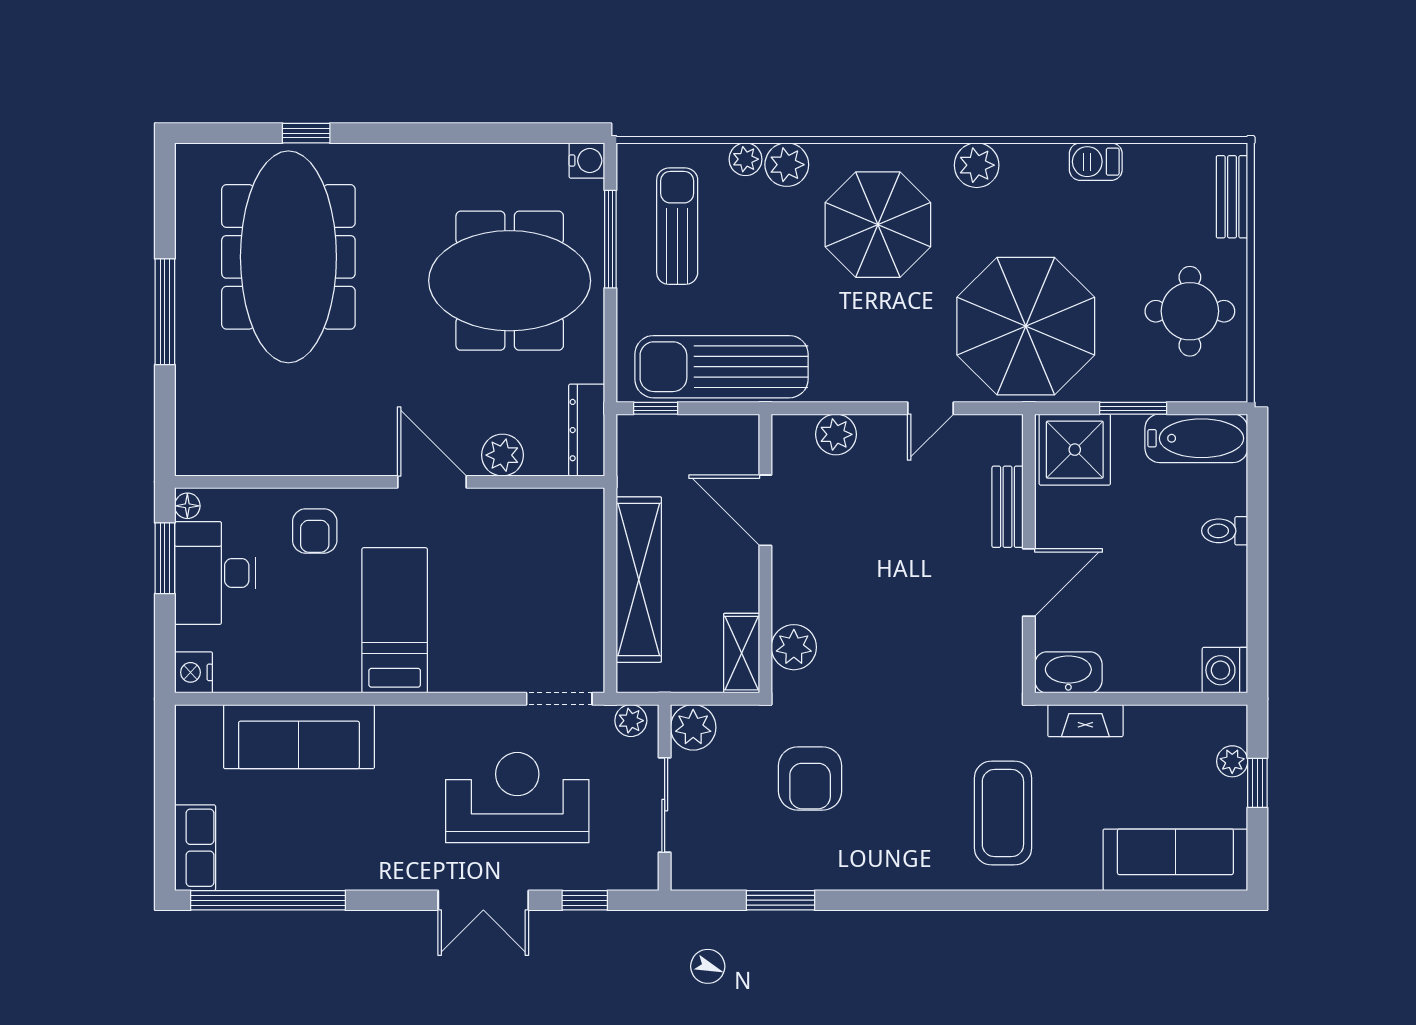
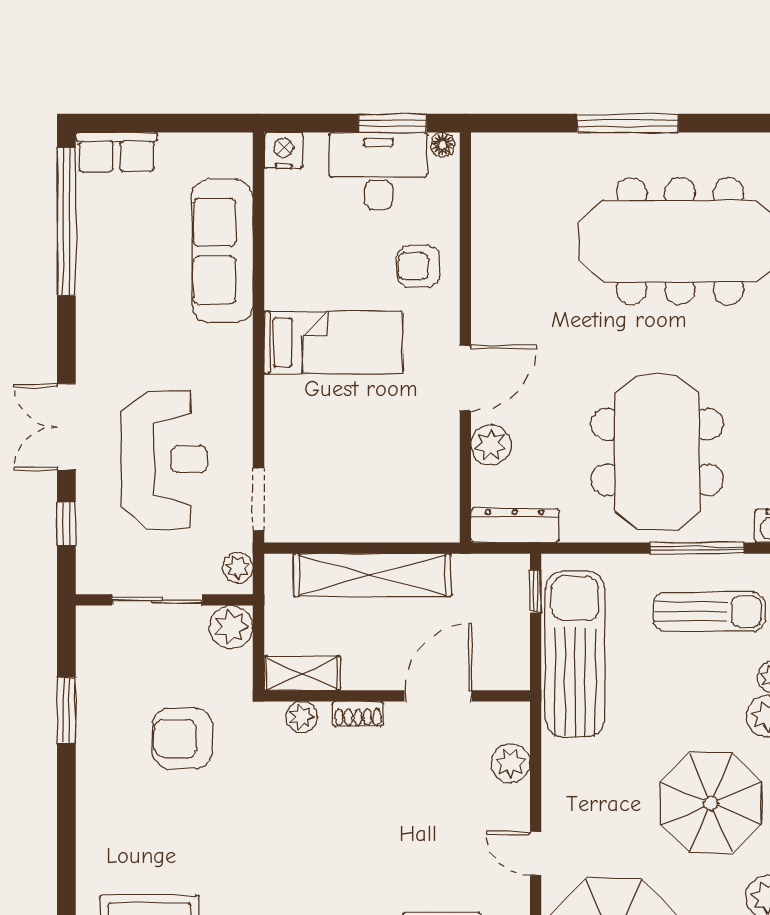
shoe rack: (784, 595) -> (358, 714), added
plant: (794, 647) -> (302, 717), width x0.73, depth x0.73

